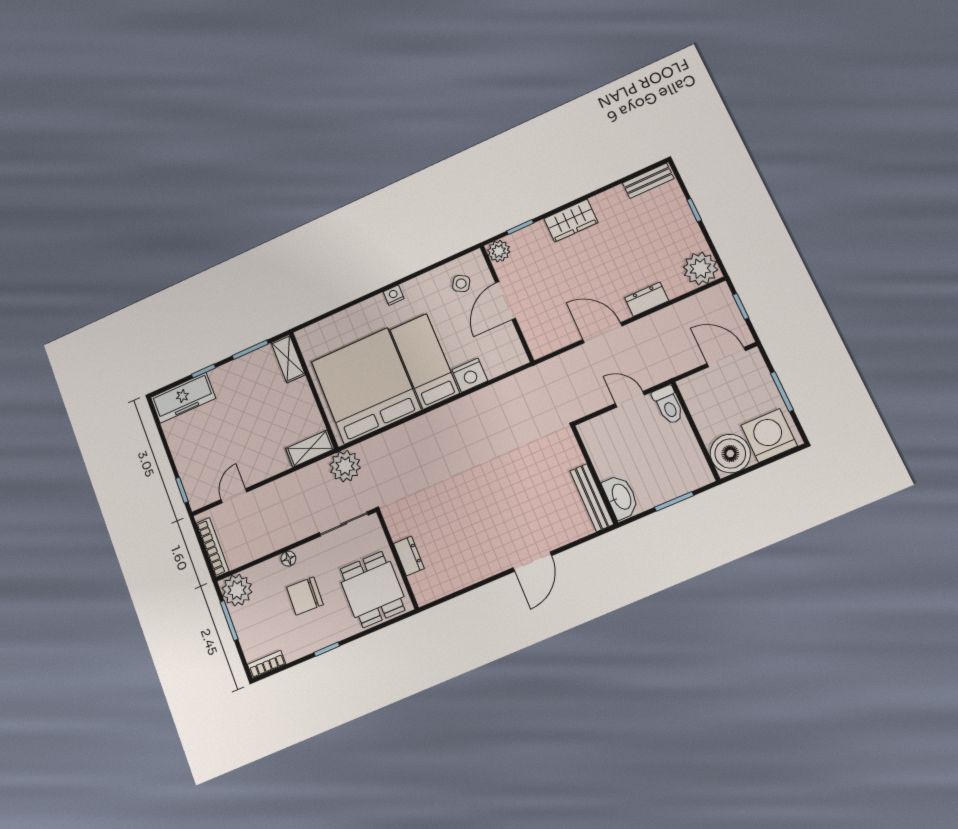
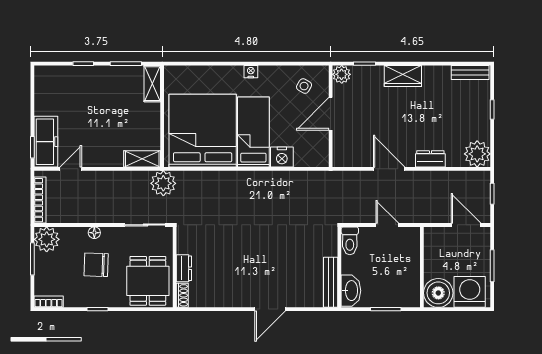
freezer: (183, 398) -> (46, 142), moved, turned -90
toilet: (668, 405) -> (350, 241), moved
shoe rack: (420, 590) -> (182, 295), added

